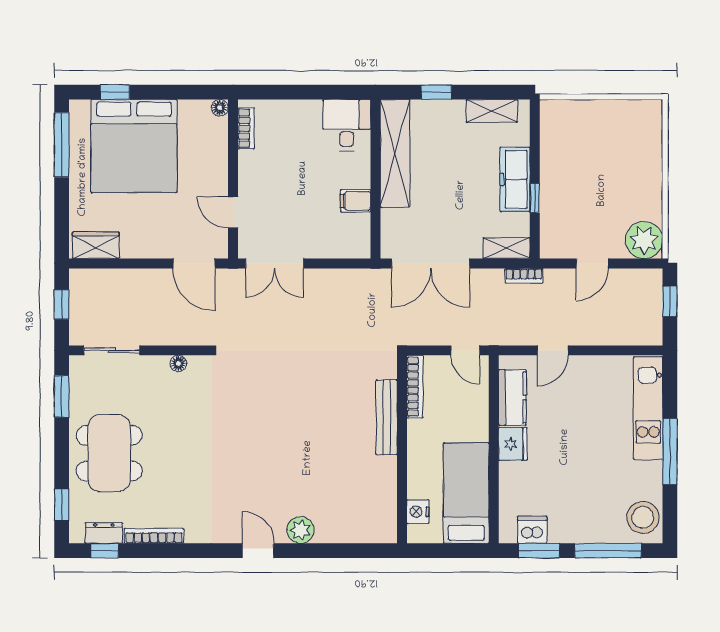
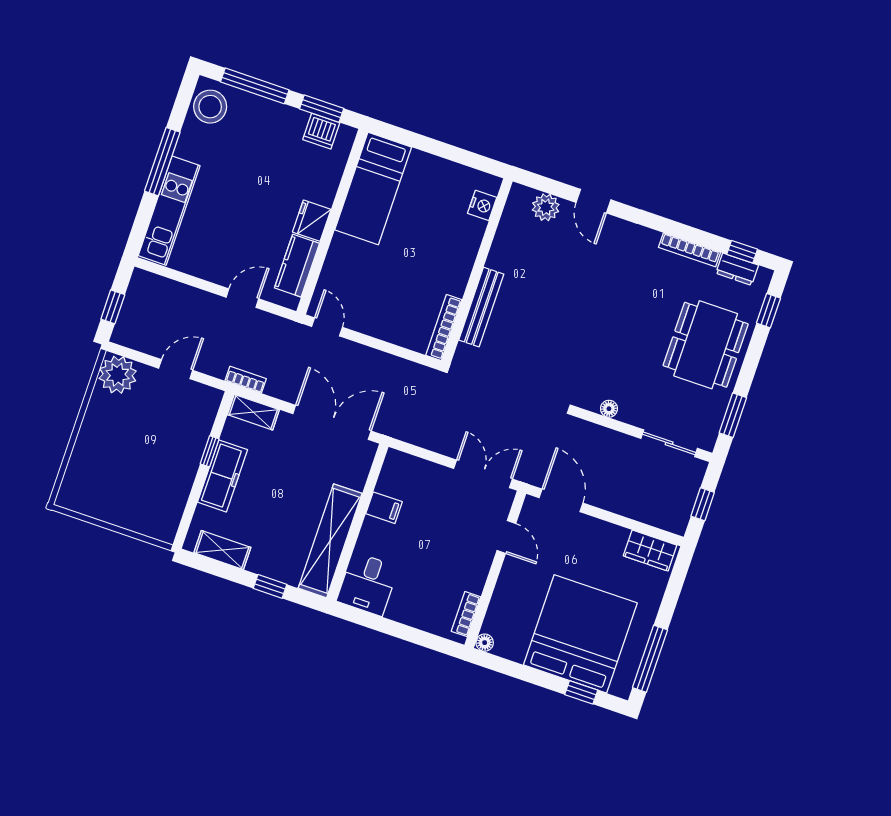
bookcase: (415, 387) -> (444, 327), moved
bench: (387, 417) -> (481, 307), moved
wall: (402, 449) -> (477, 271), moved
nightstand: (418, 512) -> (482, 205), moved

